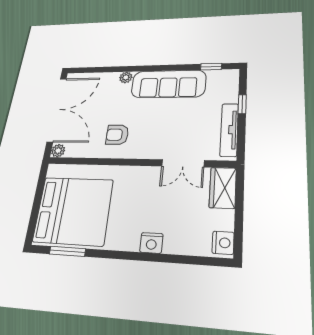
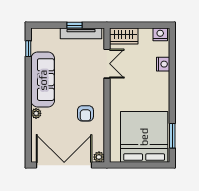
window: (242, 104) -> (74, 25), moved
nightstand: (151, 243) -> (163, 64), moved

